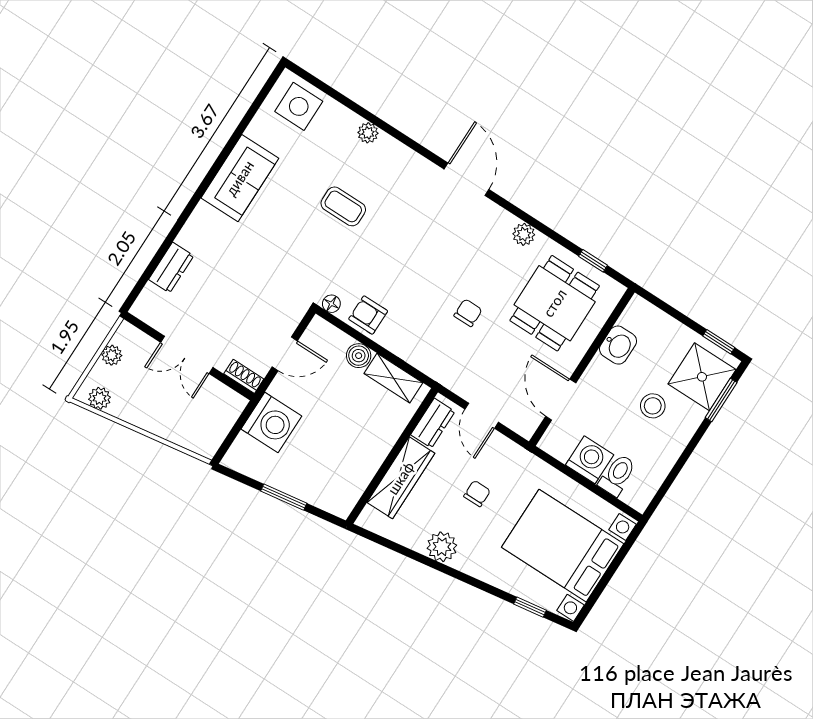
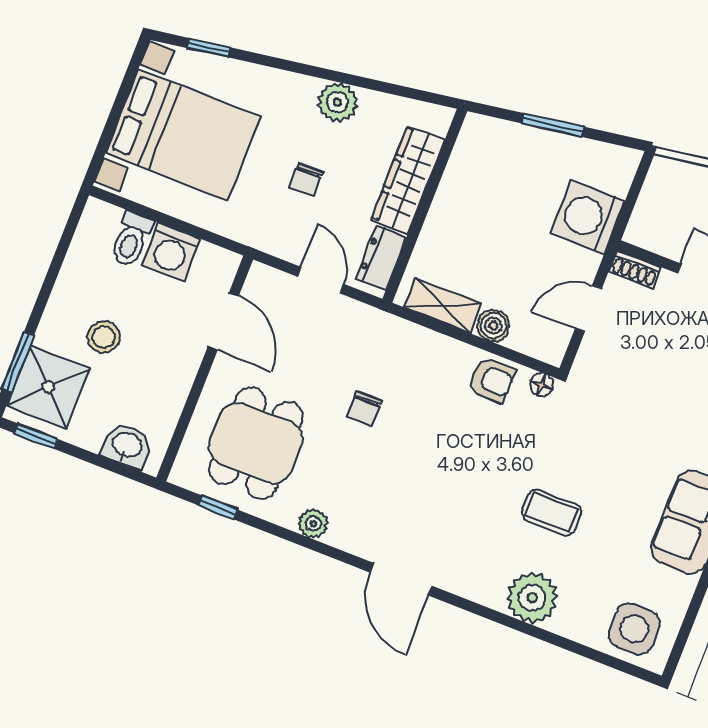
plant: (368, 133) -> (532, 598), width x1.88, depth x1.88
washbasin: (618, 345) -> (127, 446), moved, turned 90

